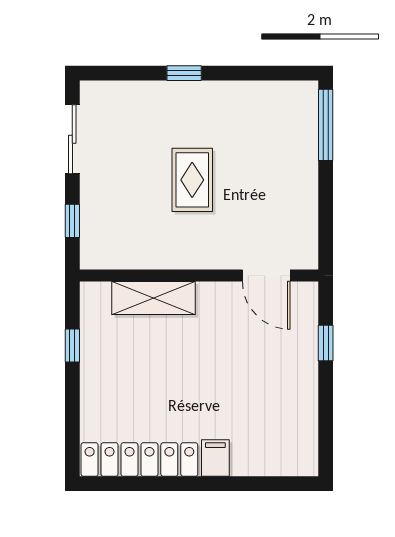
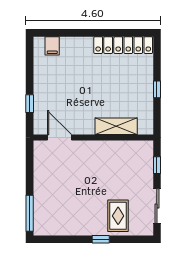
rug: (192, 180) -> (118, 216), moved
window: (72, 345) -> (157, 89), moved
filing cabinet: (215, 458) -> (52, 46), moved

